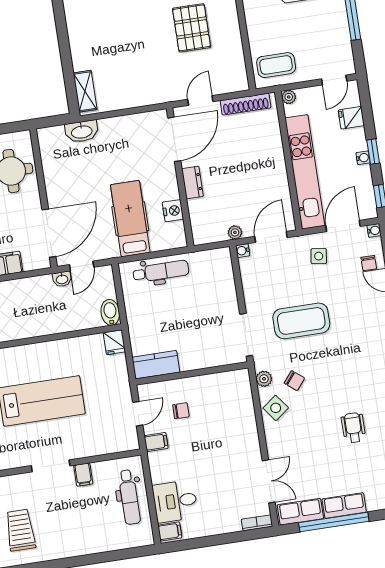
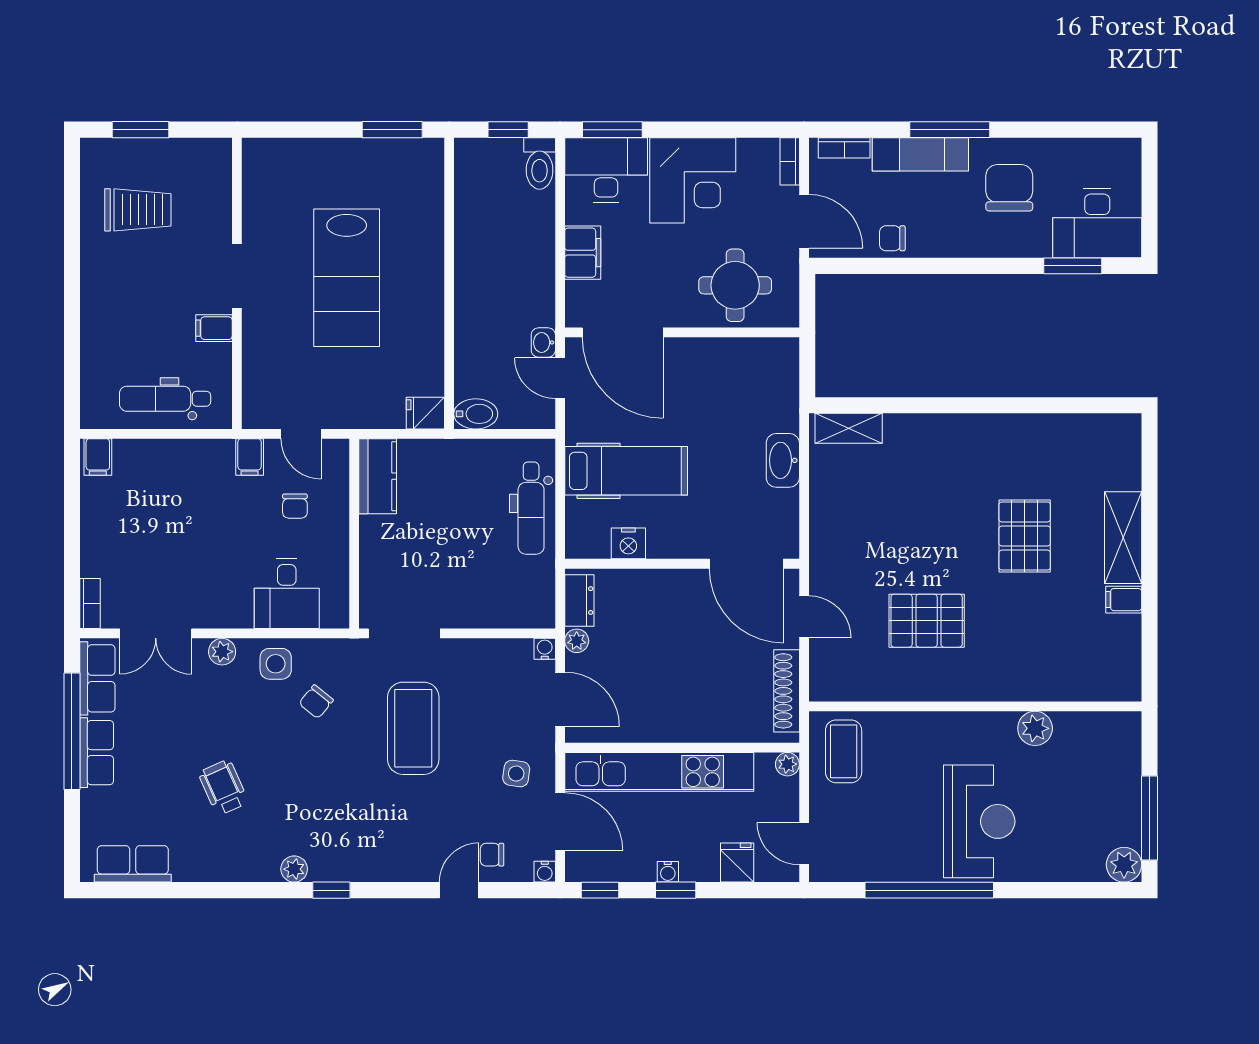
washbasin: (82, 131) -> (783, 460), moved
dresser: (192, 183) -> (579, 601), moved, turned -90
plant: (264, 379) -> (222, 652), moved
side table: (276, 408) -> (276, 664), turned 37
wheelchair: (353, 428) -> (223, 787), turned -114
desk: (175, 501) -> (287, 594), moved, turned 180

